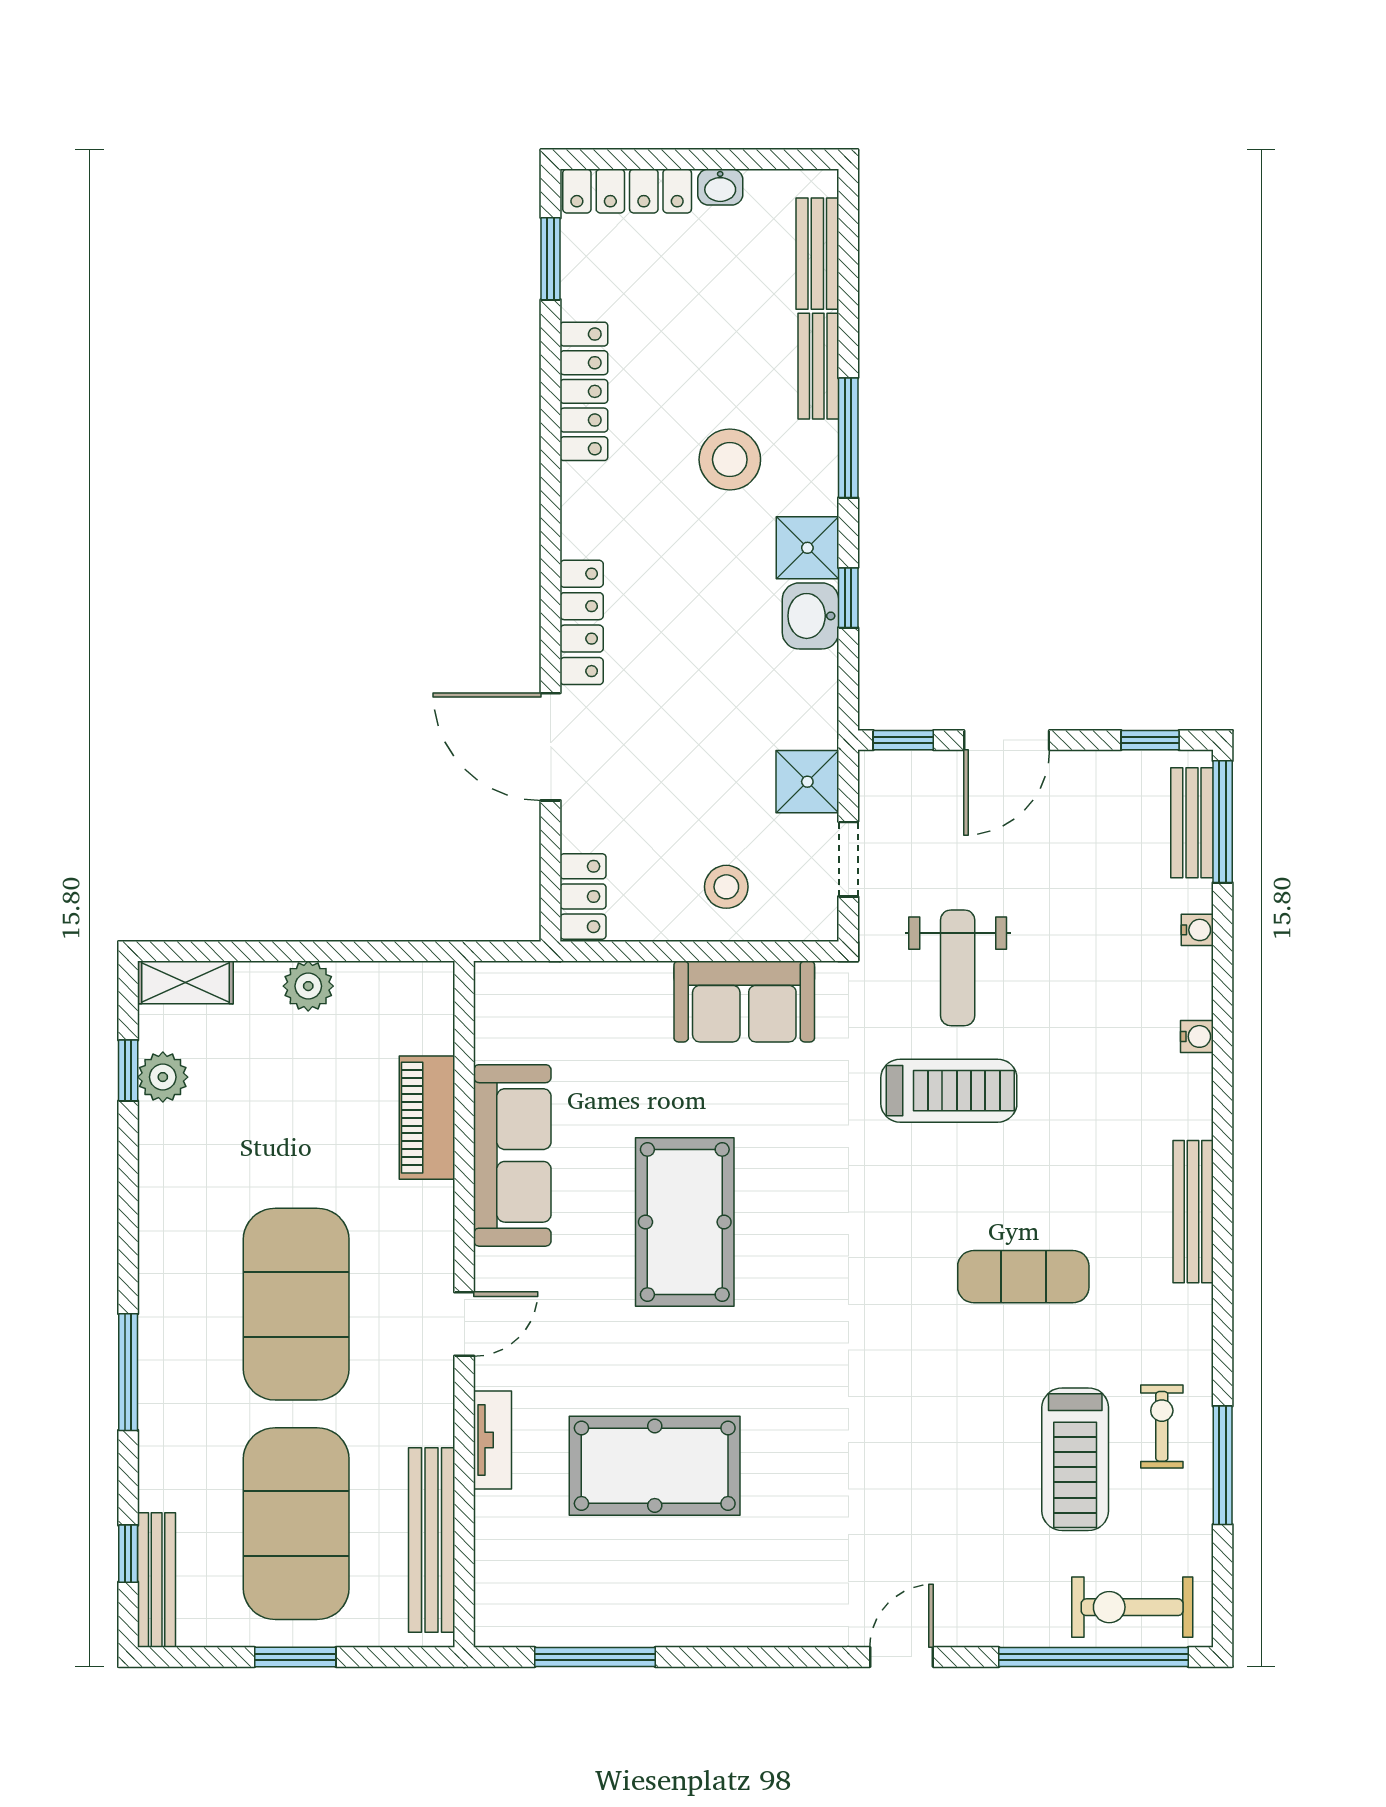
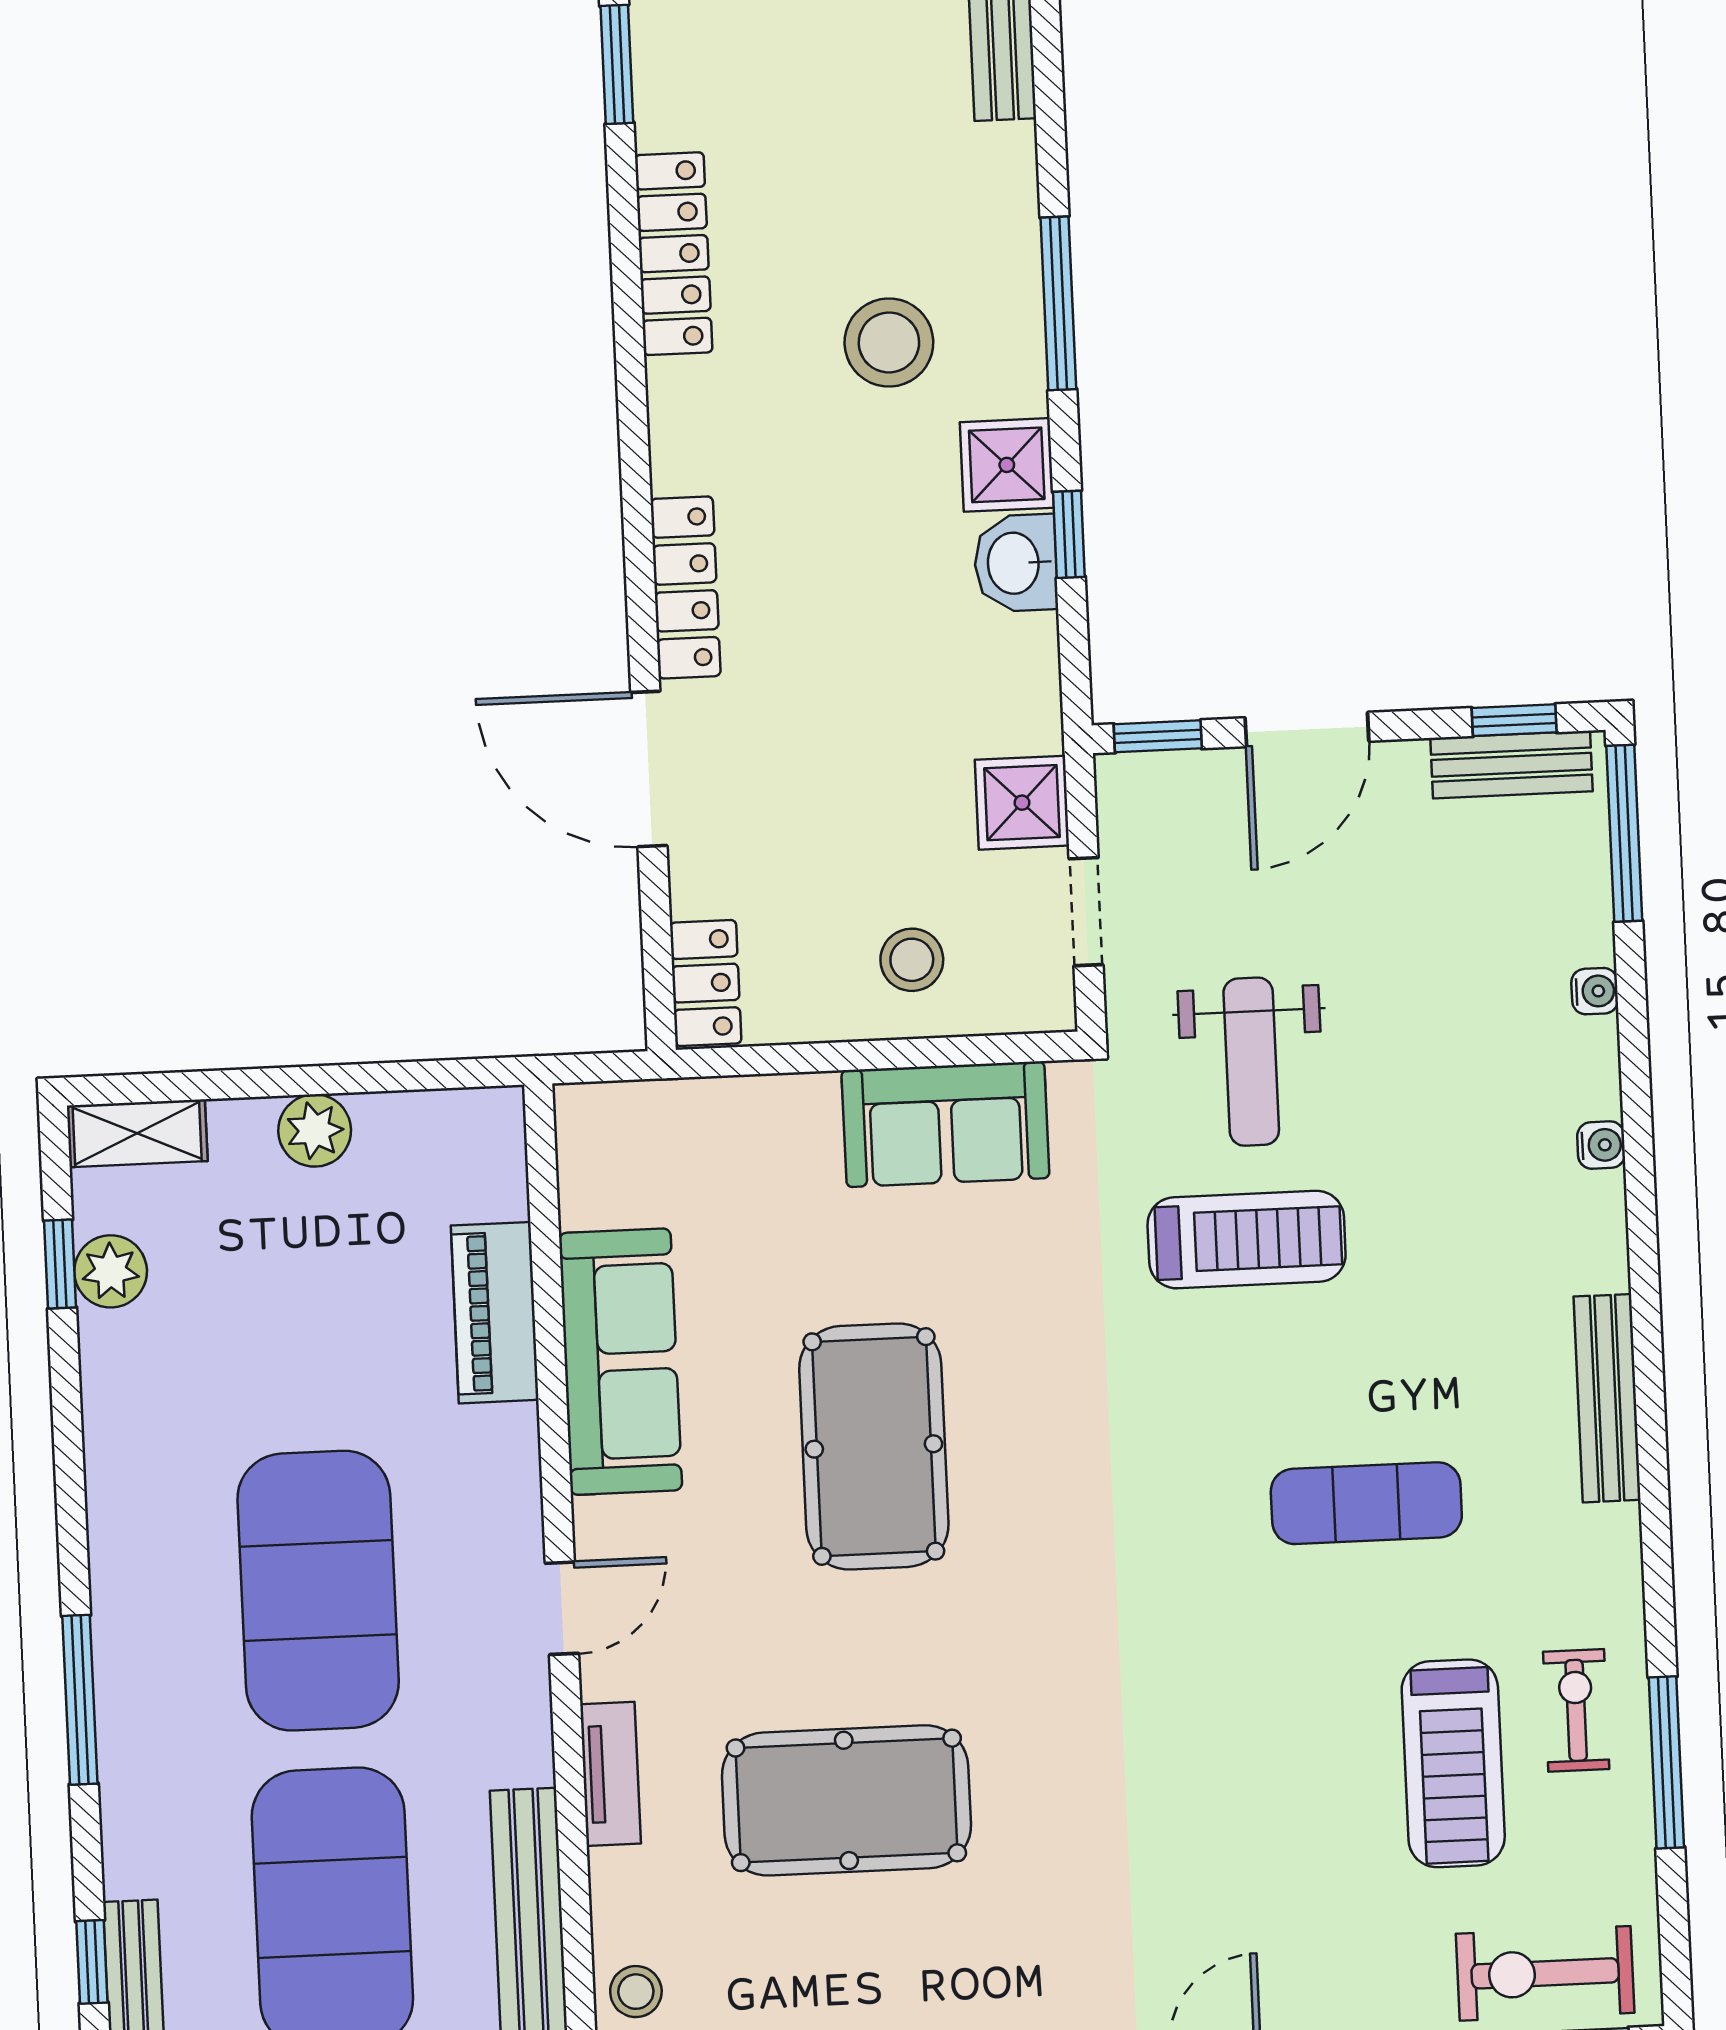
bench: (818, 366) -> (1011, 202), removed
bench: (1192, 823) -> (1511, 765), moved, turned 90
stool: (503, 1591) -> (636, 1992), added

